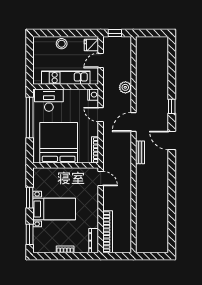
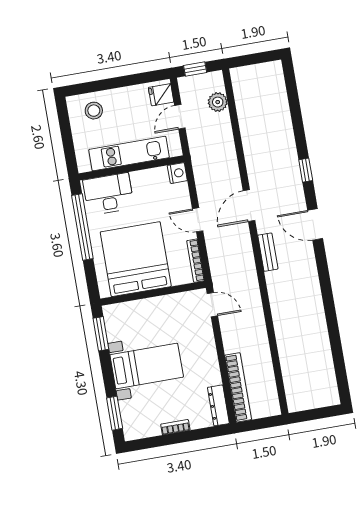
stool: (62, 44) -> (94, 111), moved
plant: (125, 87) -> (218, 102), moved
door: (101, 115) -> (198, 220), moved
window: (30, 198) -> (101, 334), moved

